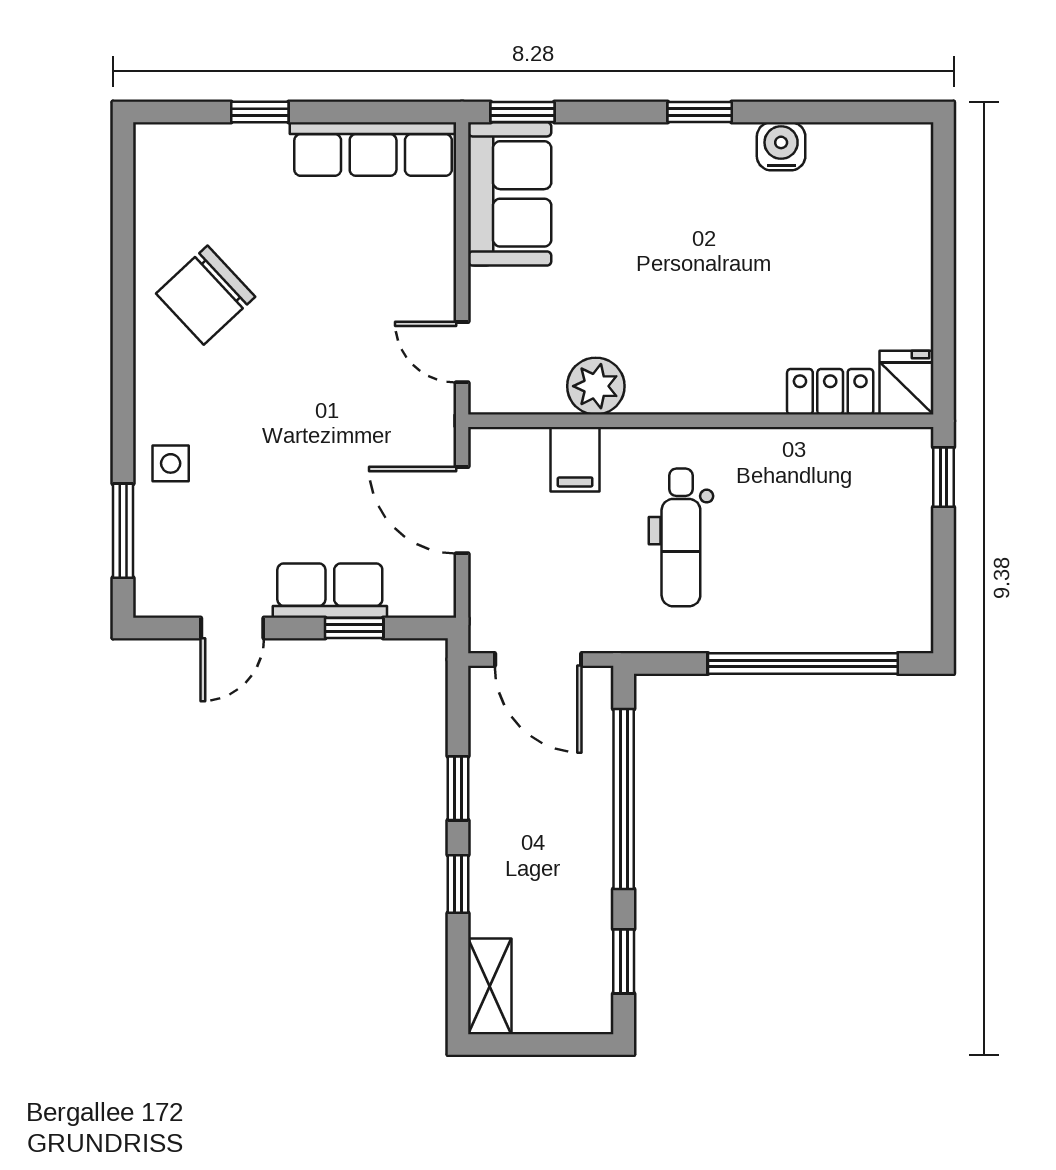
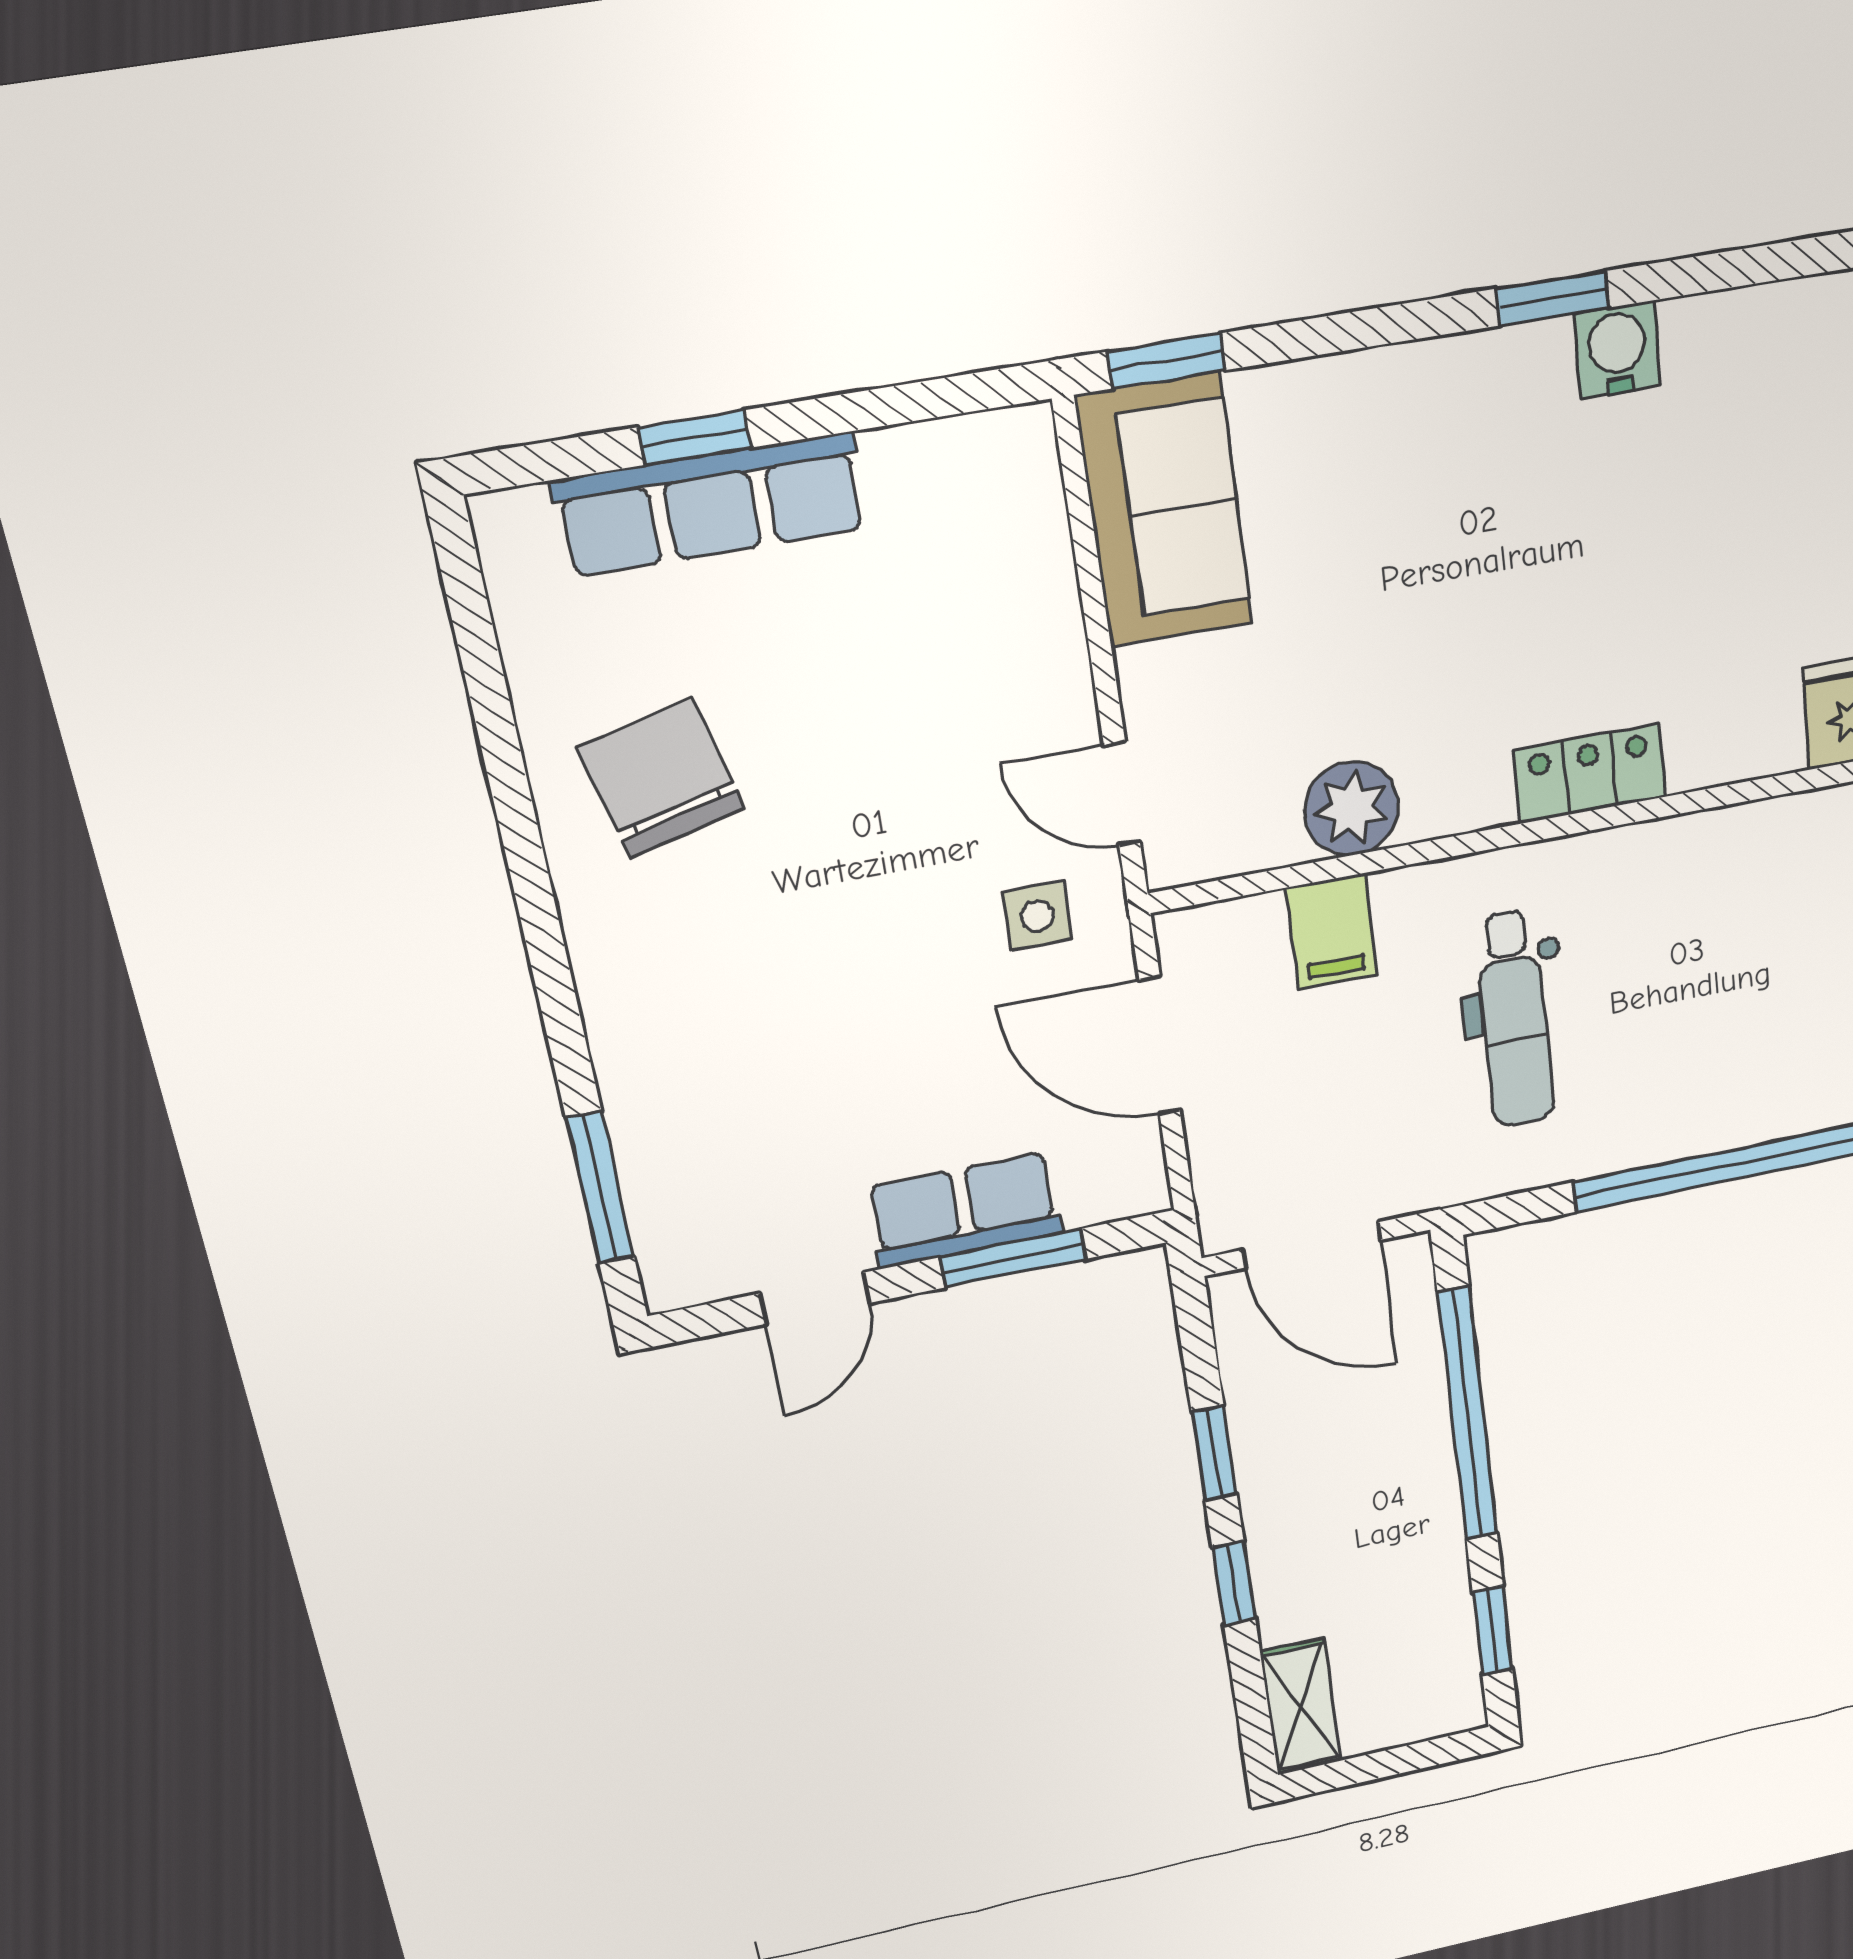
window: (700, 112) -> (1553, 298), moved
row of seats: (373, 149) -> (711, 505), moved
chair: (206, 295) -> (661, 778), turned 119
locker: (830, 392) -> (1590, 774), moved
side table: (171, 463) -> (1037, 916), moved
window: (354, 628) -> (1013, 1258), width x1.50

